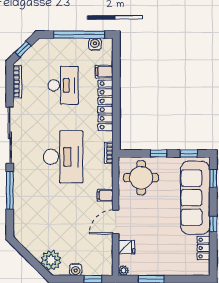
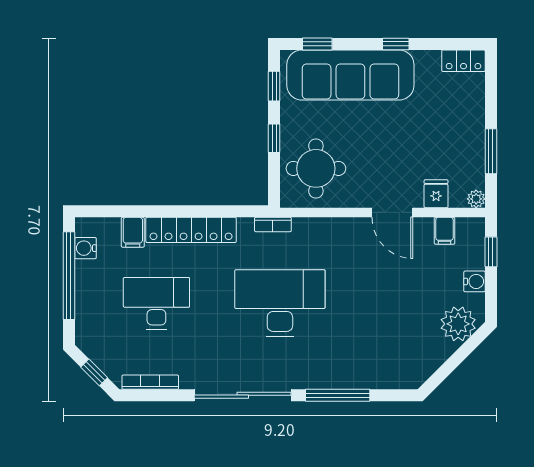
filing cabinet: (105, 195) -> (444, 231), moved
locker: (203, 248) -> (463, 61), moved

